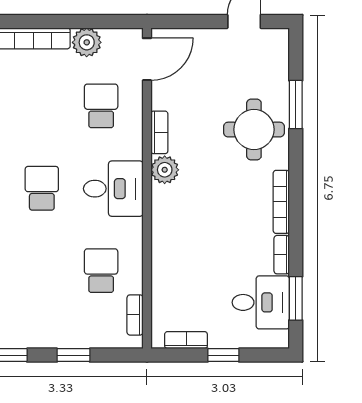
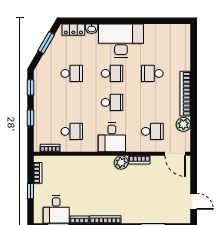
round table: (254, 130) -> (141, 206), removed

